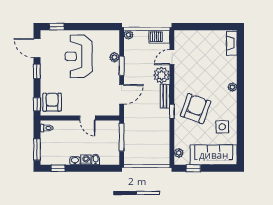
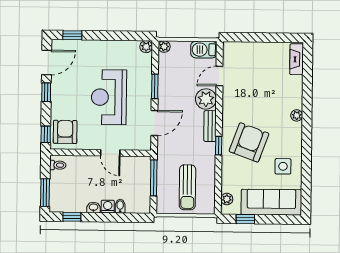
door: (37, 48) -> (47, 62), swing flipped
reception desk: (79, 56) -> (109, 97), moved
plant: (114, 57) -> (146, 47), moved
sun lounger: (148, 144) -> (187, 187), added

